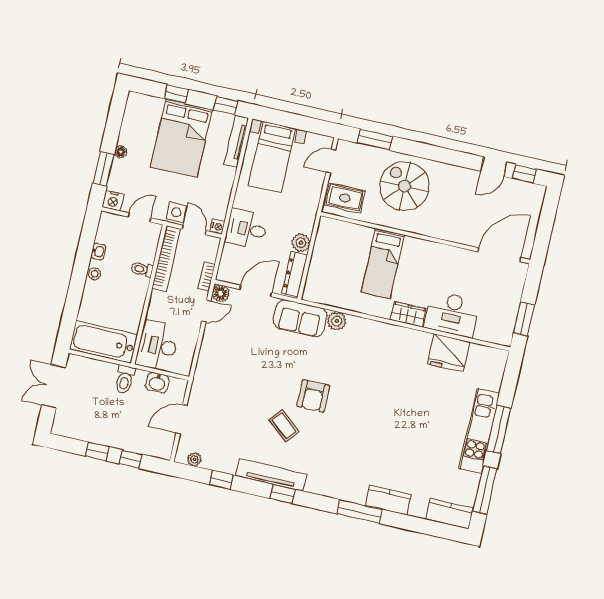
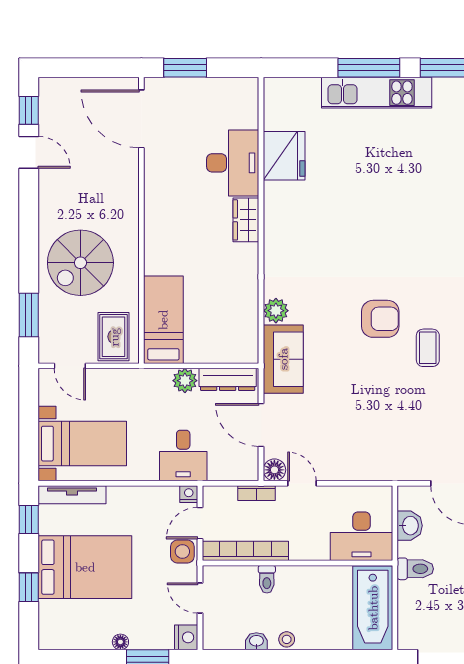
bed: (383, 264) -> (163, 320), moved, turned -90
window: (524, 319) -> (185, 68), moved
coffee table: (284, 426) -> (428, 348), turned -40

